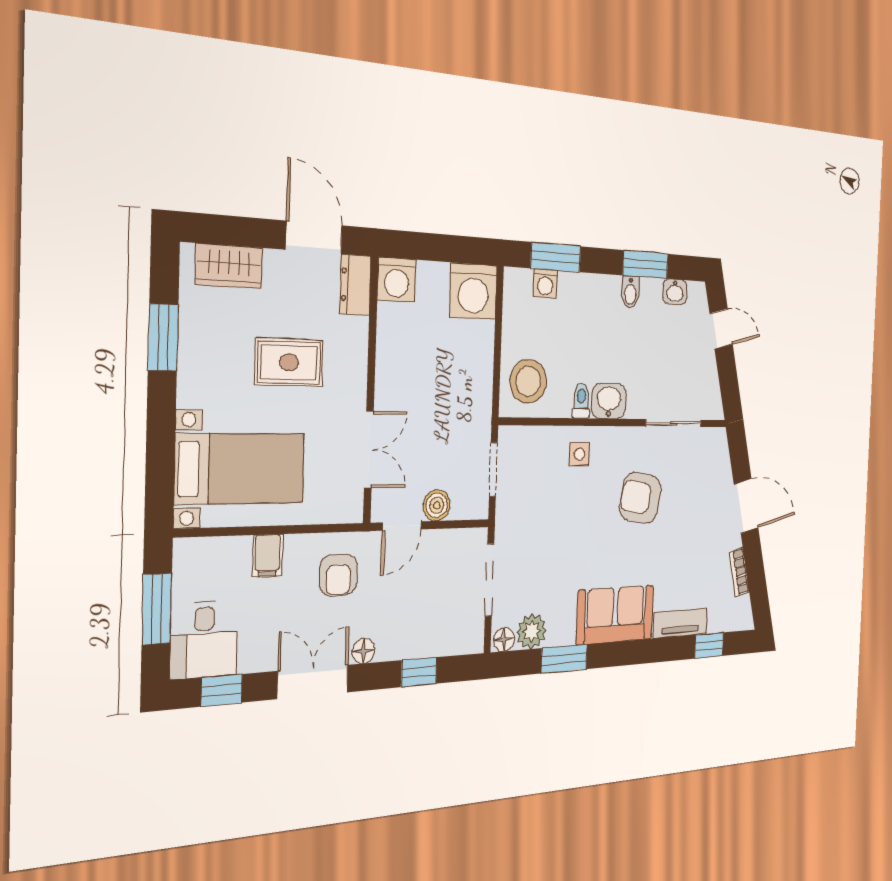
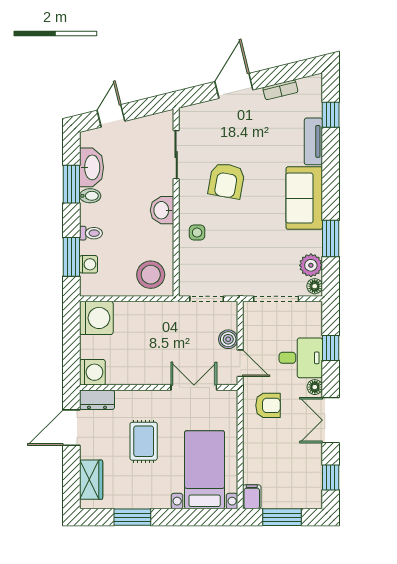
washbasin: (675, 292) -> (92, 167), width x1.91, depth x1.45
toilet: (581, 401) -> (91, 233), moved, turned 180
filing cabinet: (268, 555) -> (252, 497), moved, turned -90
desk: (204, 639) -> (301, 358), moved

